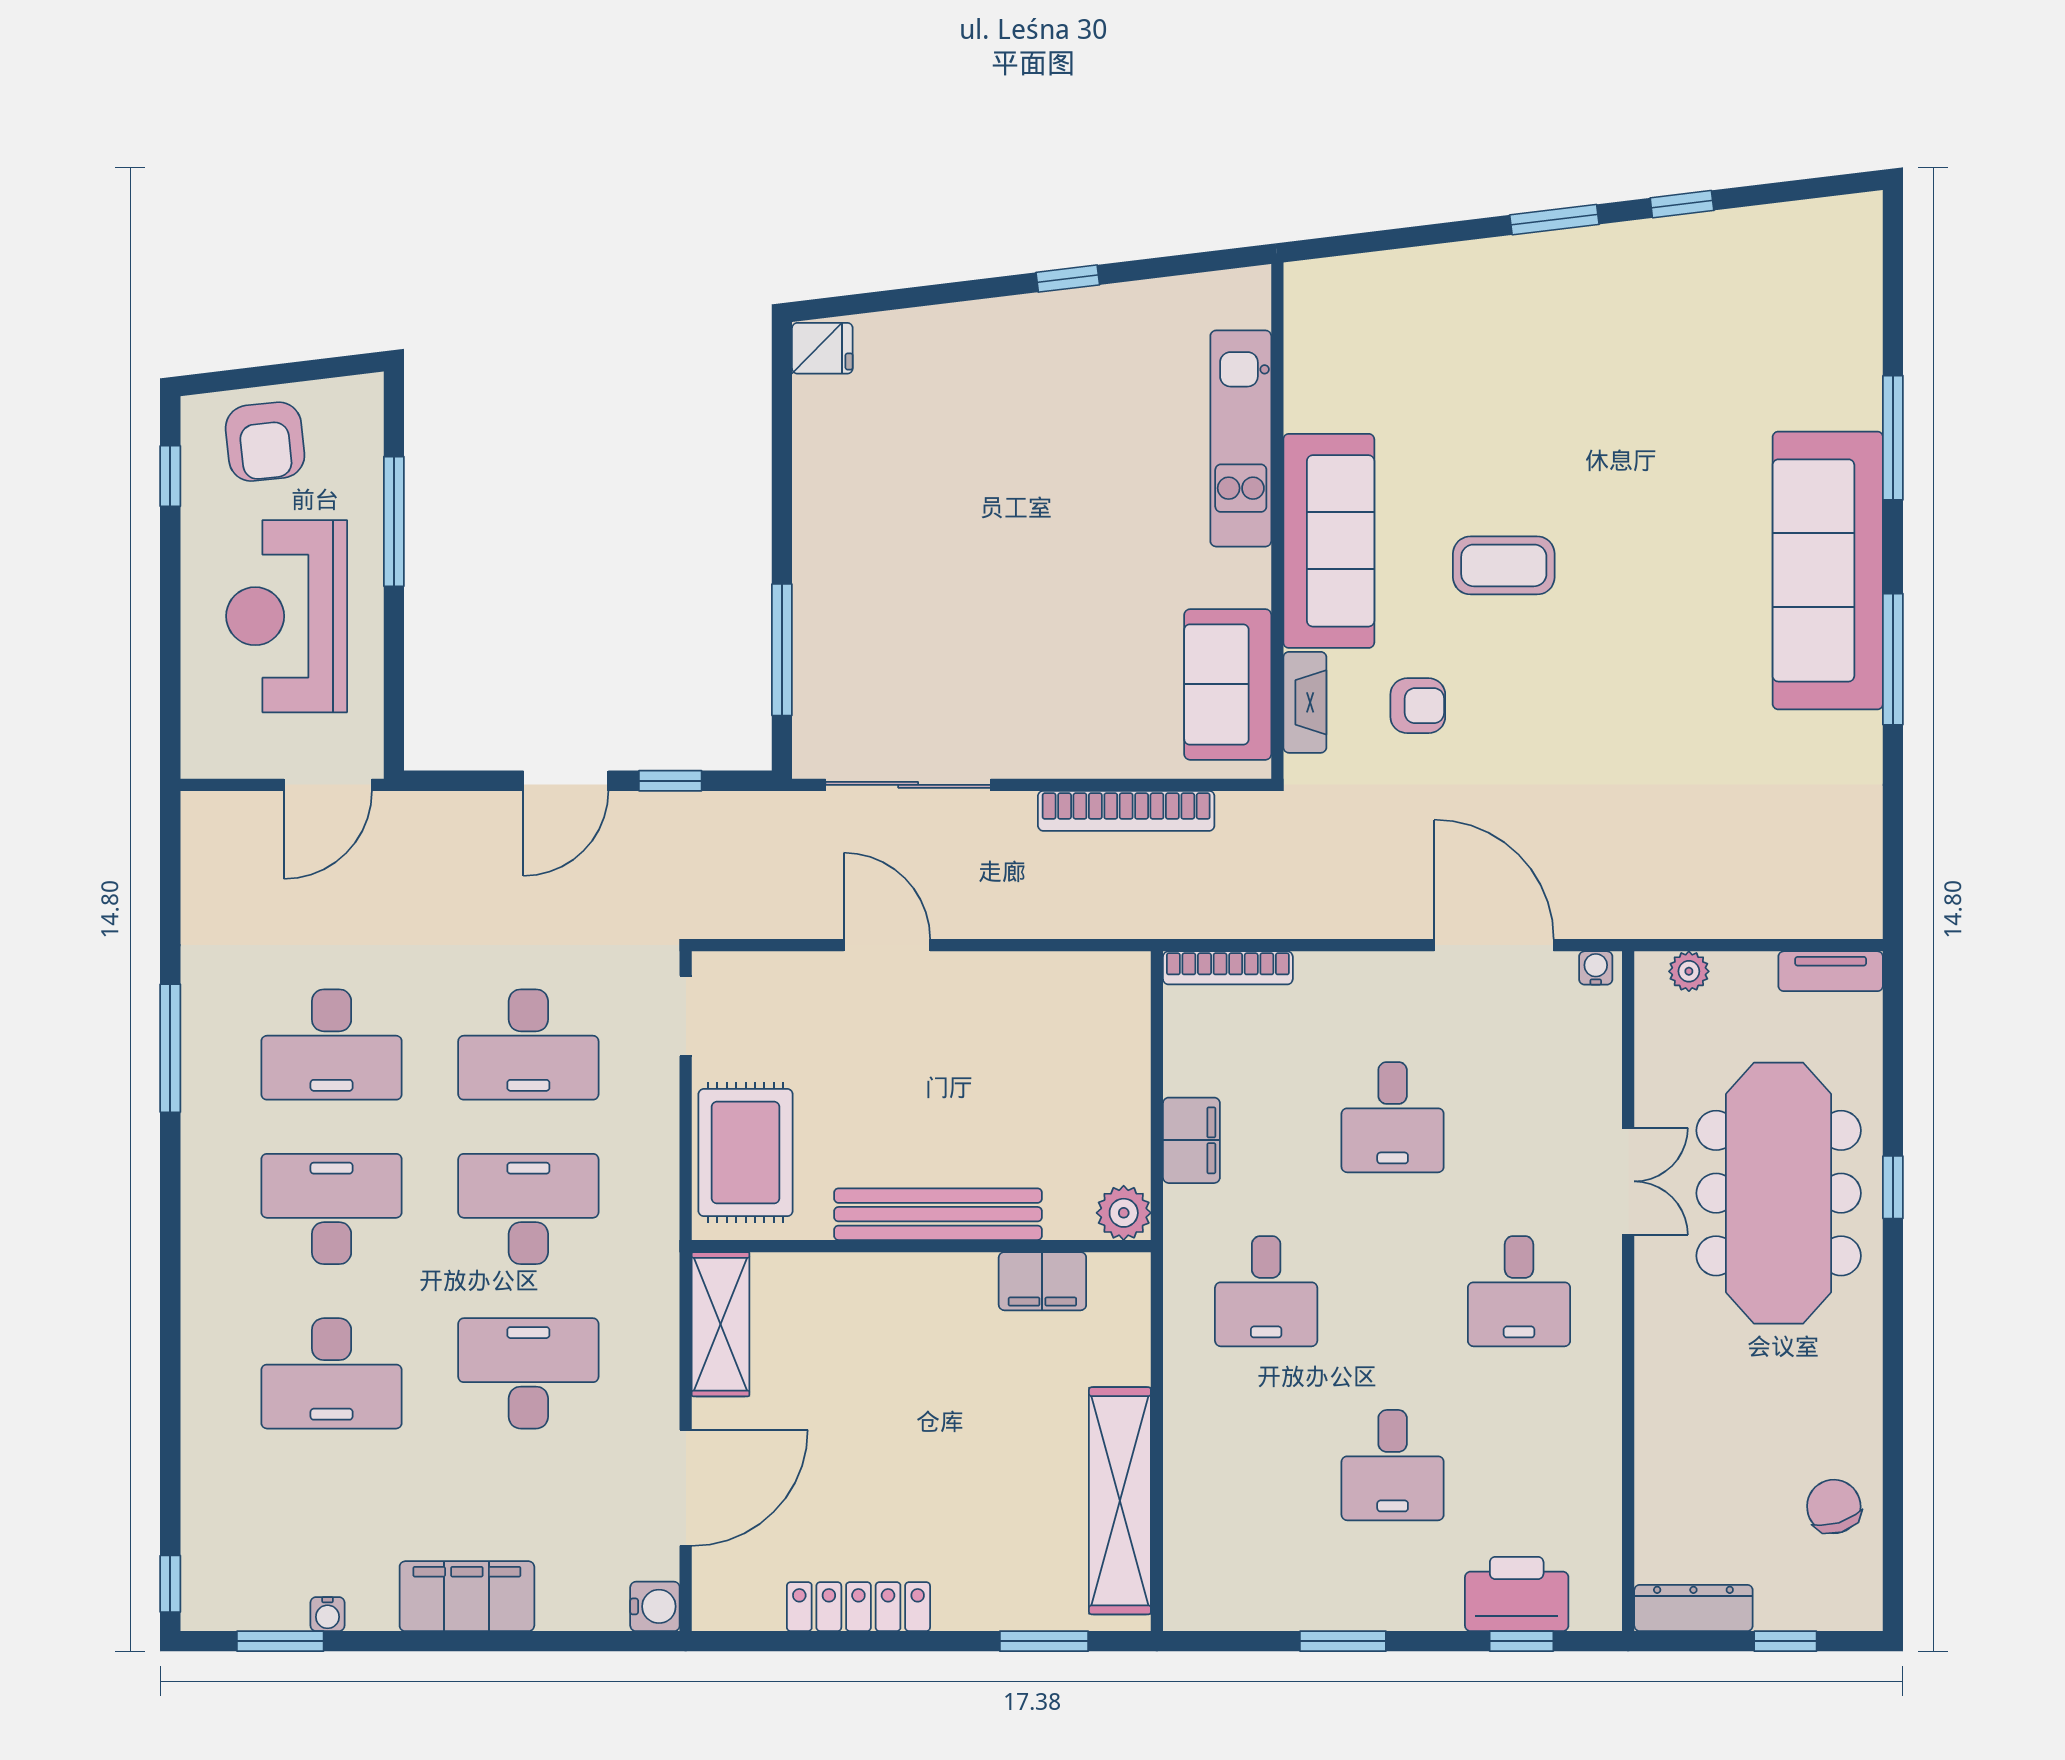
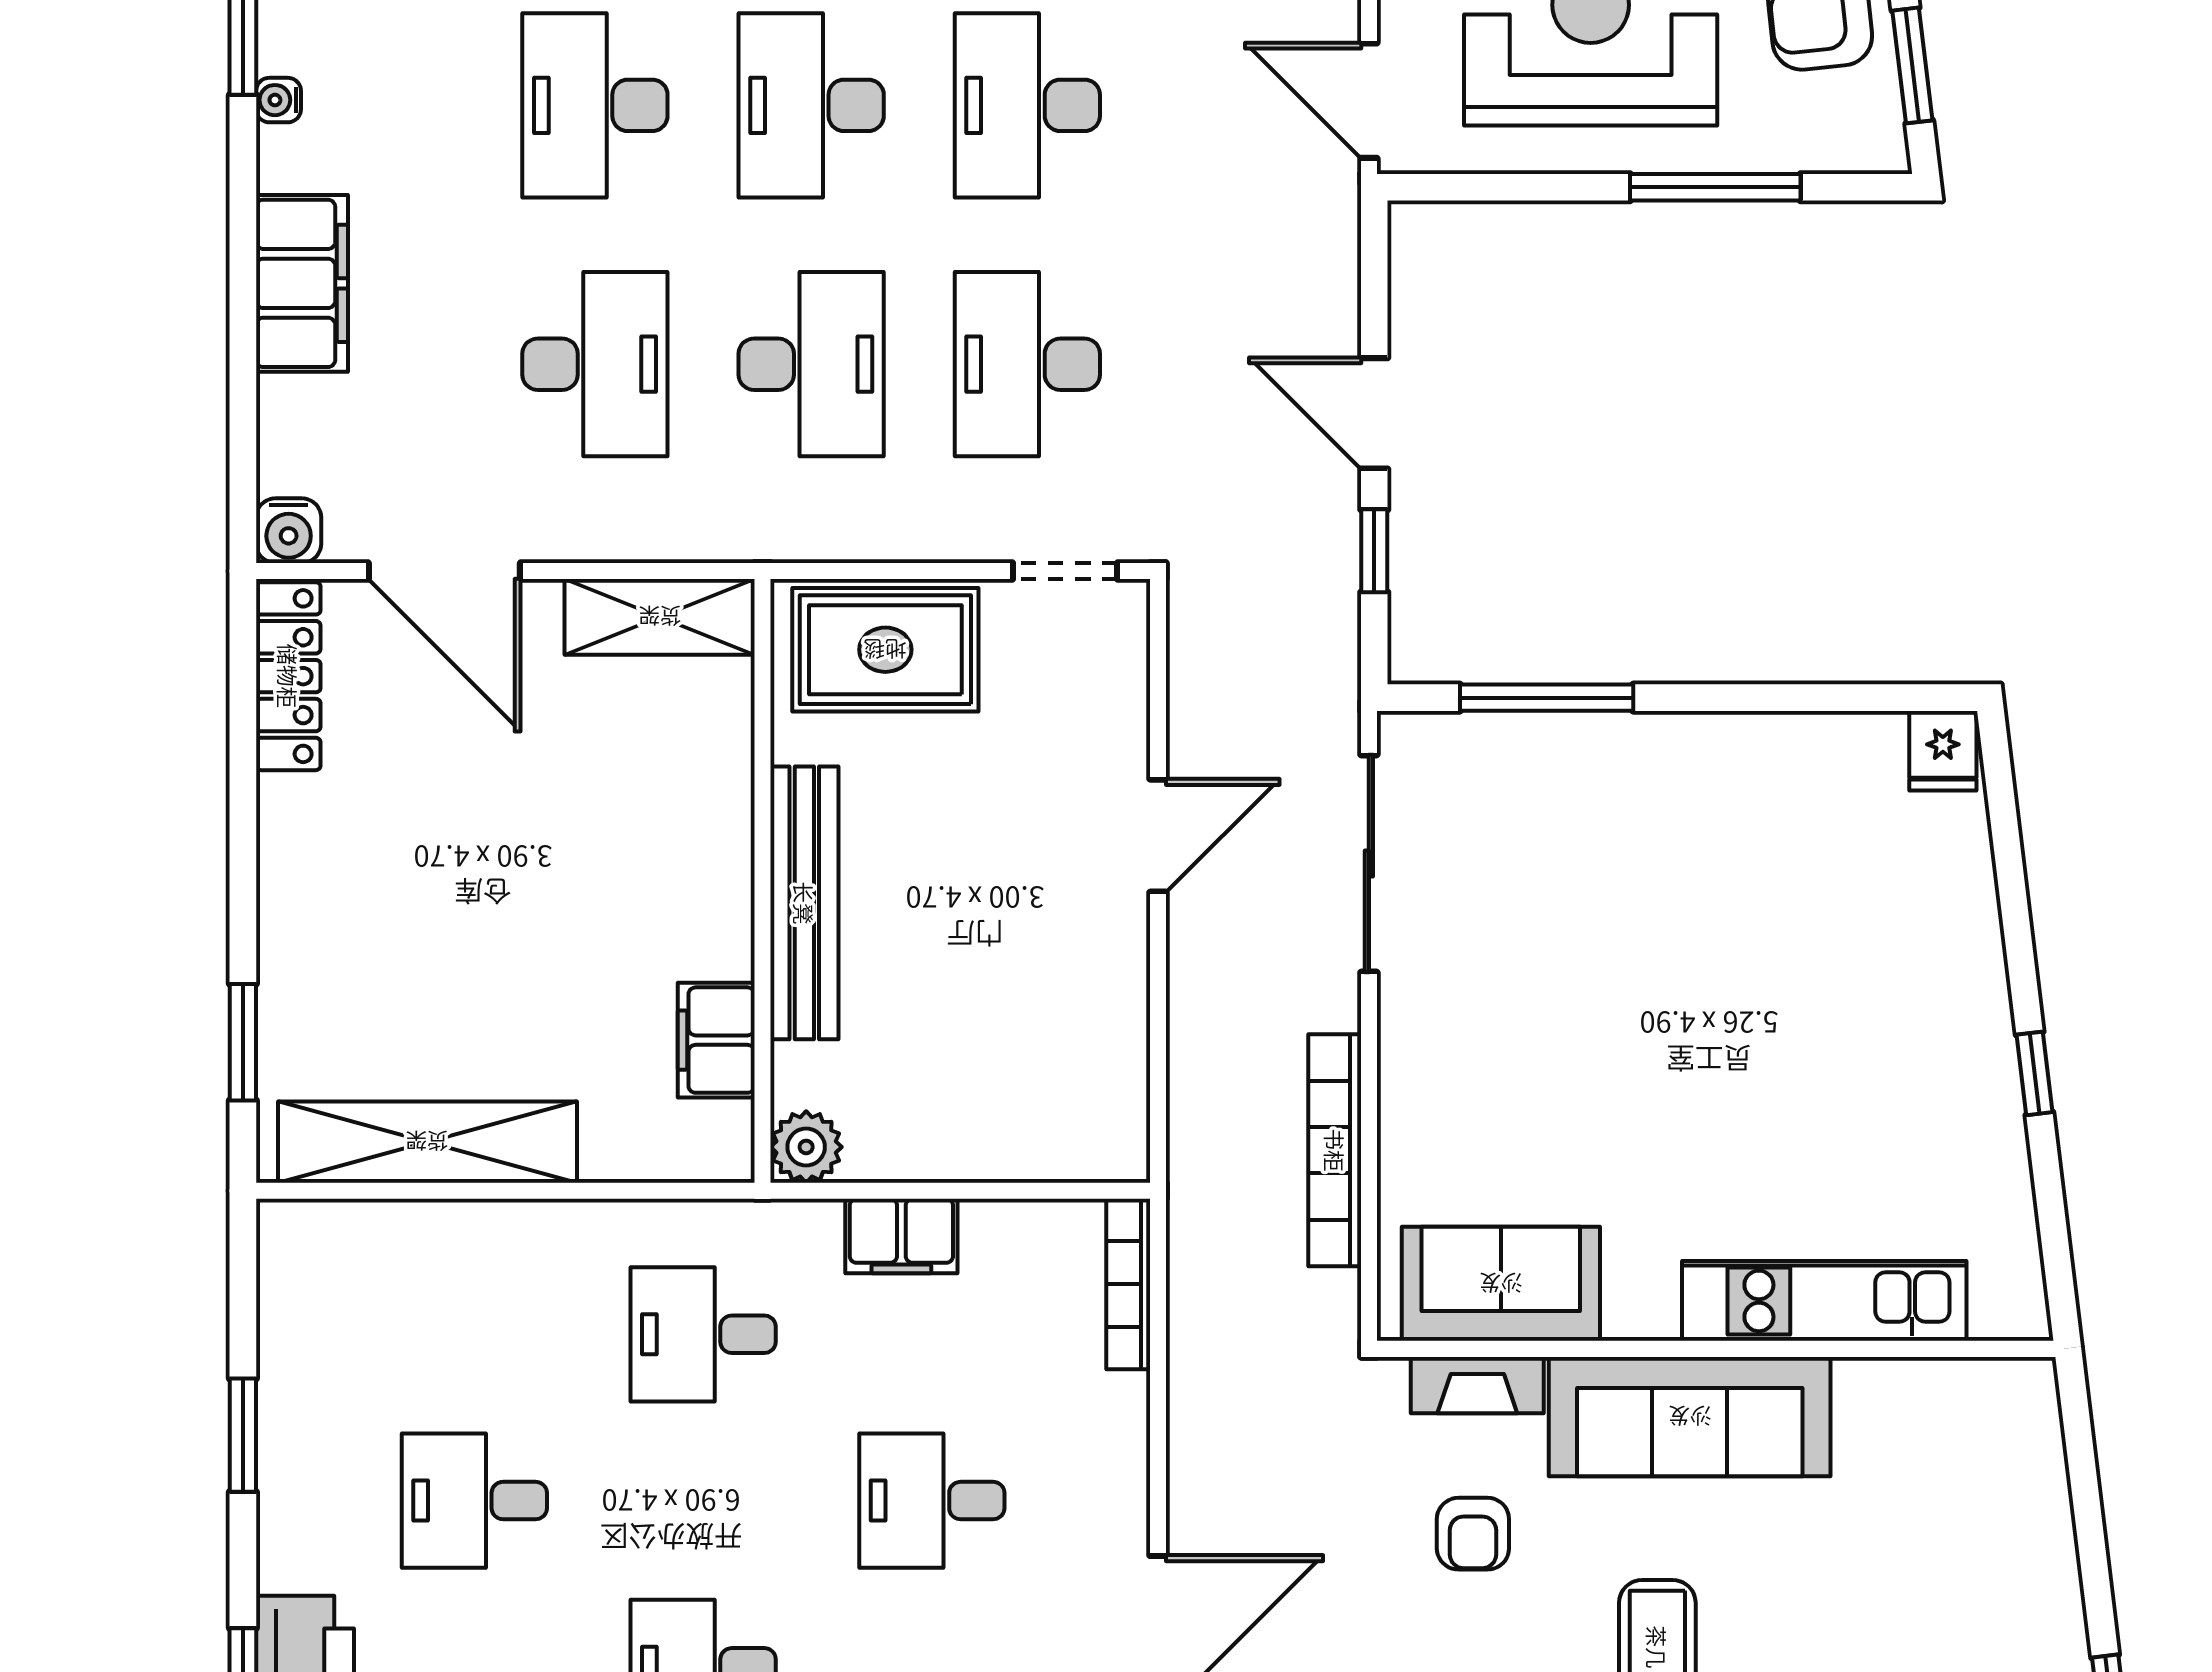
window: (301, 371) -> (1912, 65), added
desk: (332, 1209) -> (811, 105), turned 180
locker: (858, 1607) -> (288, 676), moved

